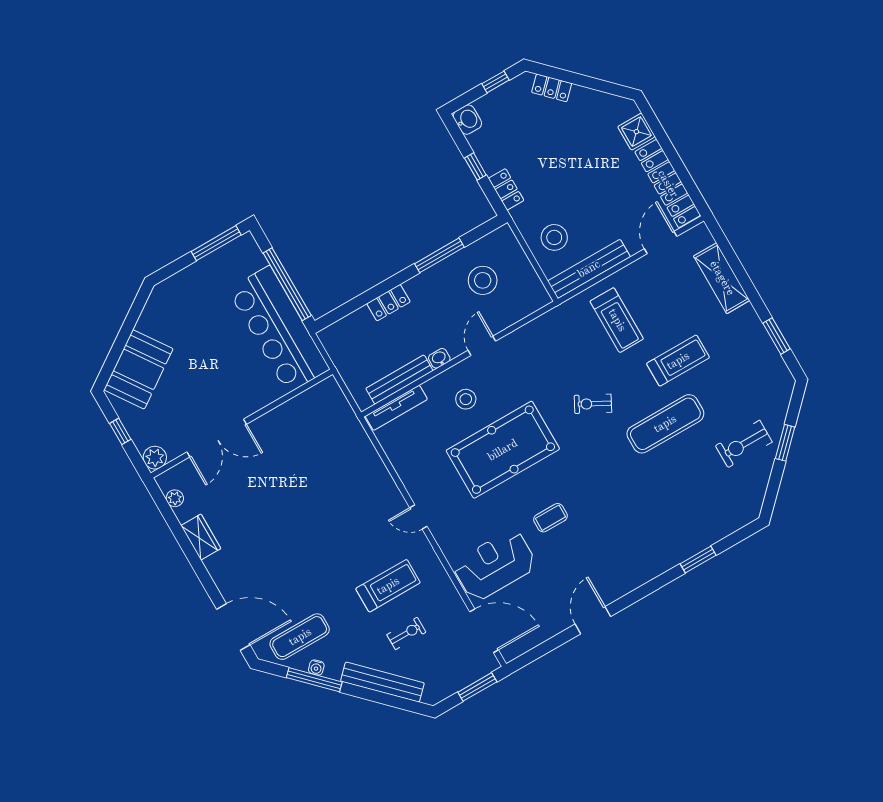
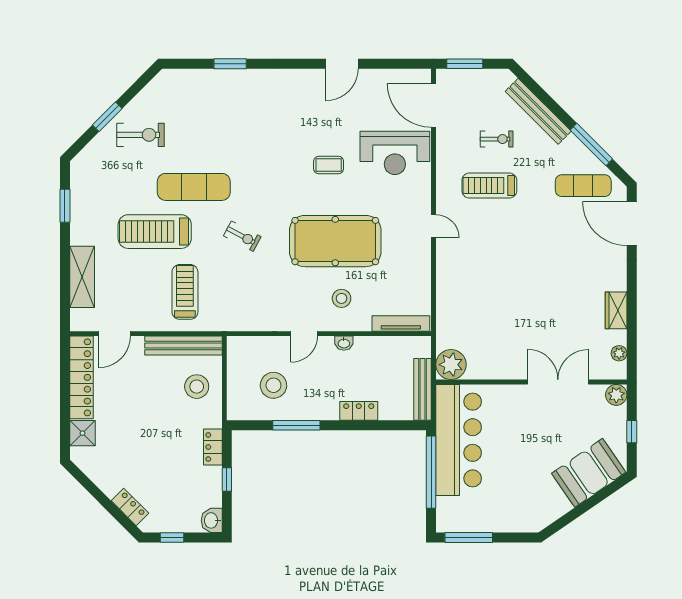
treadmill: (678, 361) -> (155, 232), width x1.37, depth x1.38
bench: (399, 379) -> (423, 389), moved, turned 90
plant: (327, 396) -> (451, 365), added
exercise bike: (406, 633) -> (497, 139), turned 180
water cooler: (316, 668) -> (584, 153), removed

